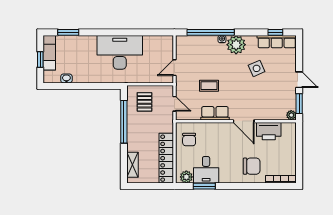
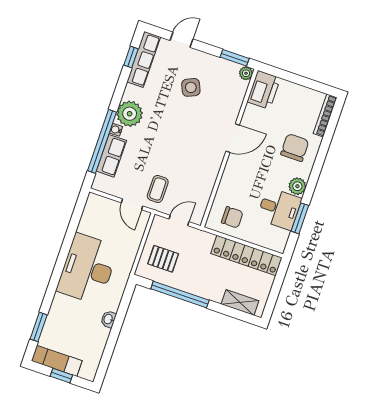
side table: (257, 68) -> (191, 87), moved
washbasin: (66, 78) -> (108, 319), moved
door: (299, 80) -> (181, 40), moved
coffee table: (209, 86) -> (158, 189), moved
row of seats: (215, 113) -> (111, 156), moved, turned 180
printer: (269, 131) -> (264, 90), moved
plant: (186, 177) -> (297, 186), moved

